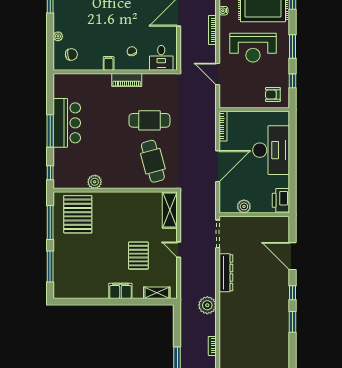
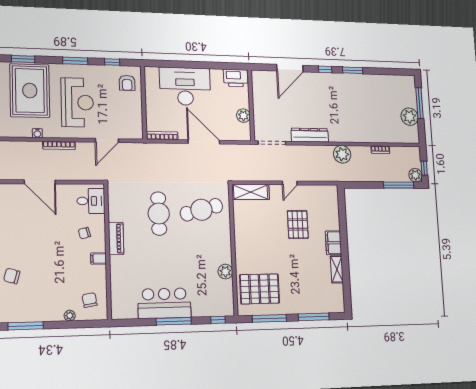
pallet: (138, 256) -> (298, 224), turned 90
shelving: (157, 293) -> (337, 269), moved

